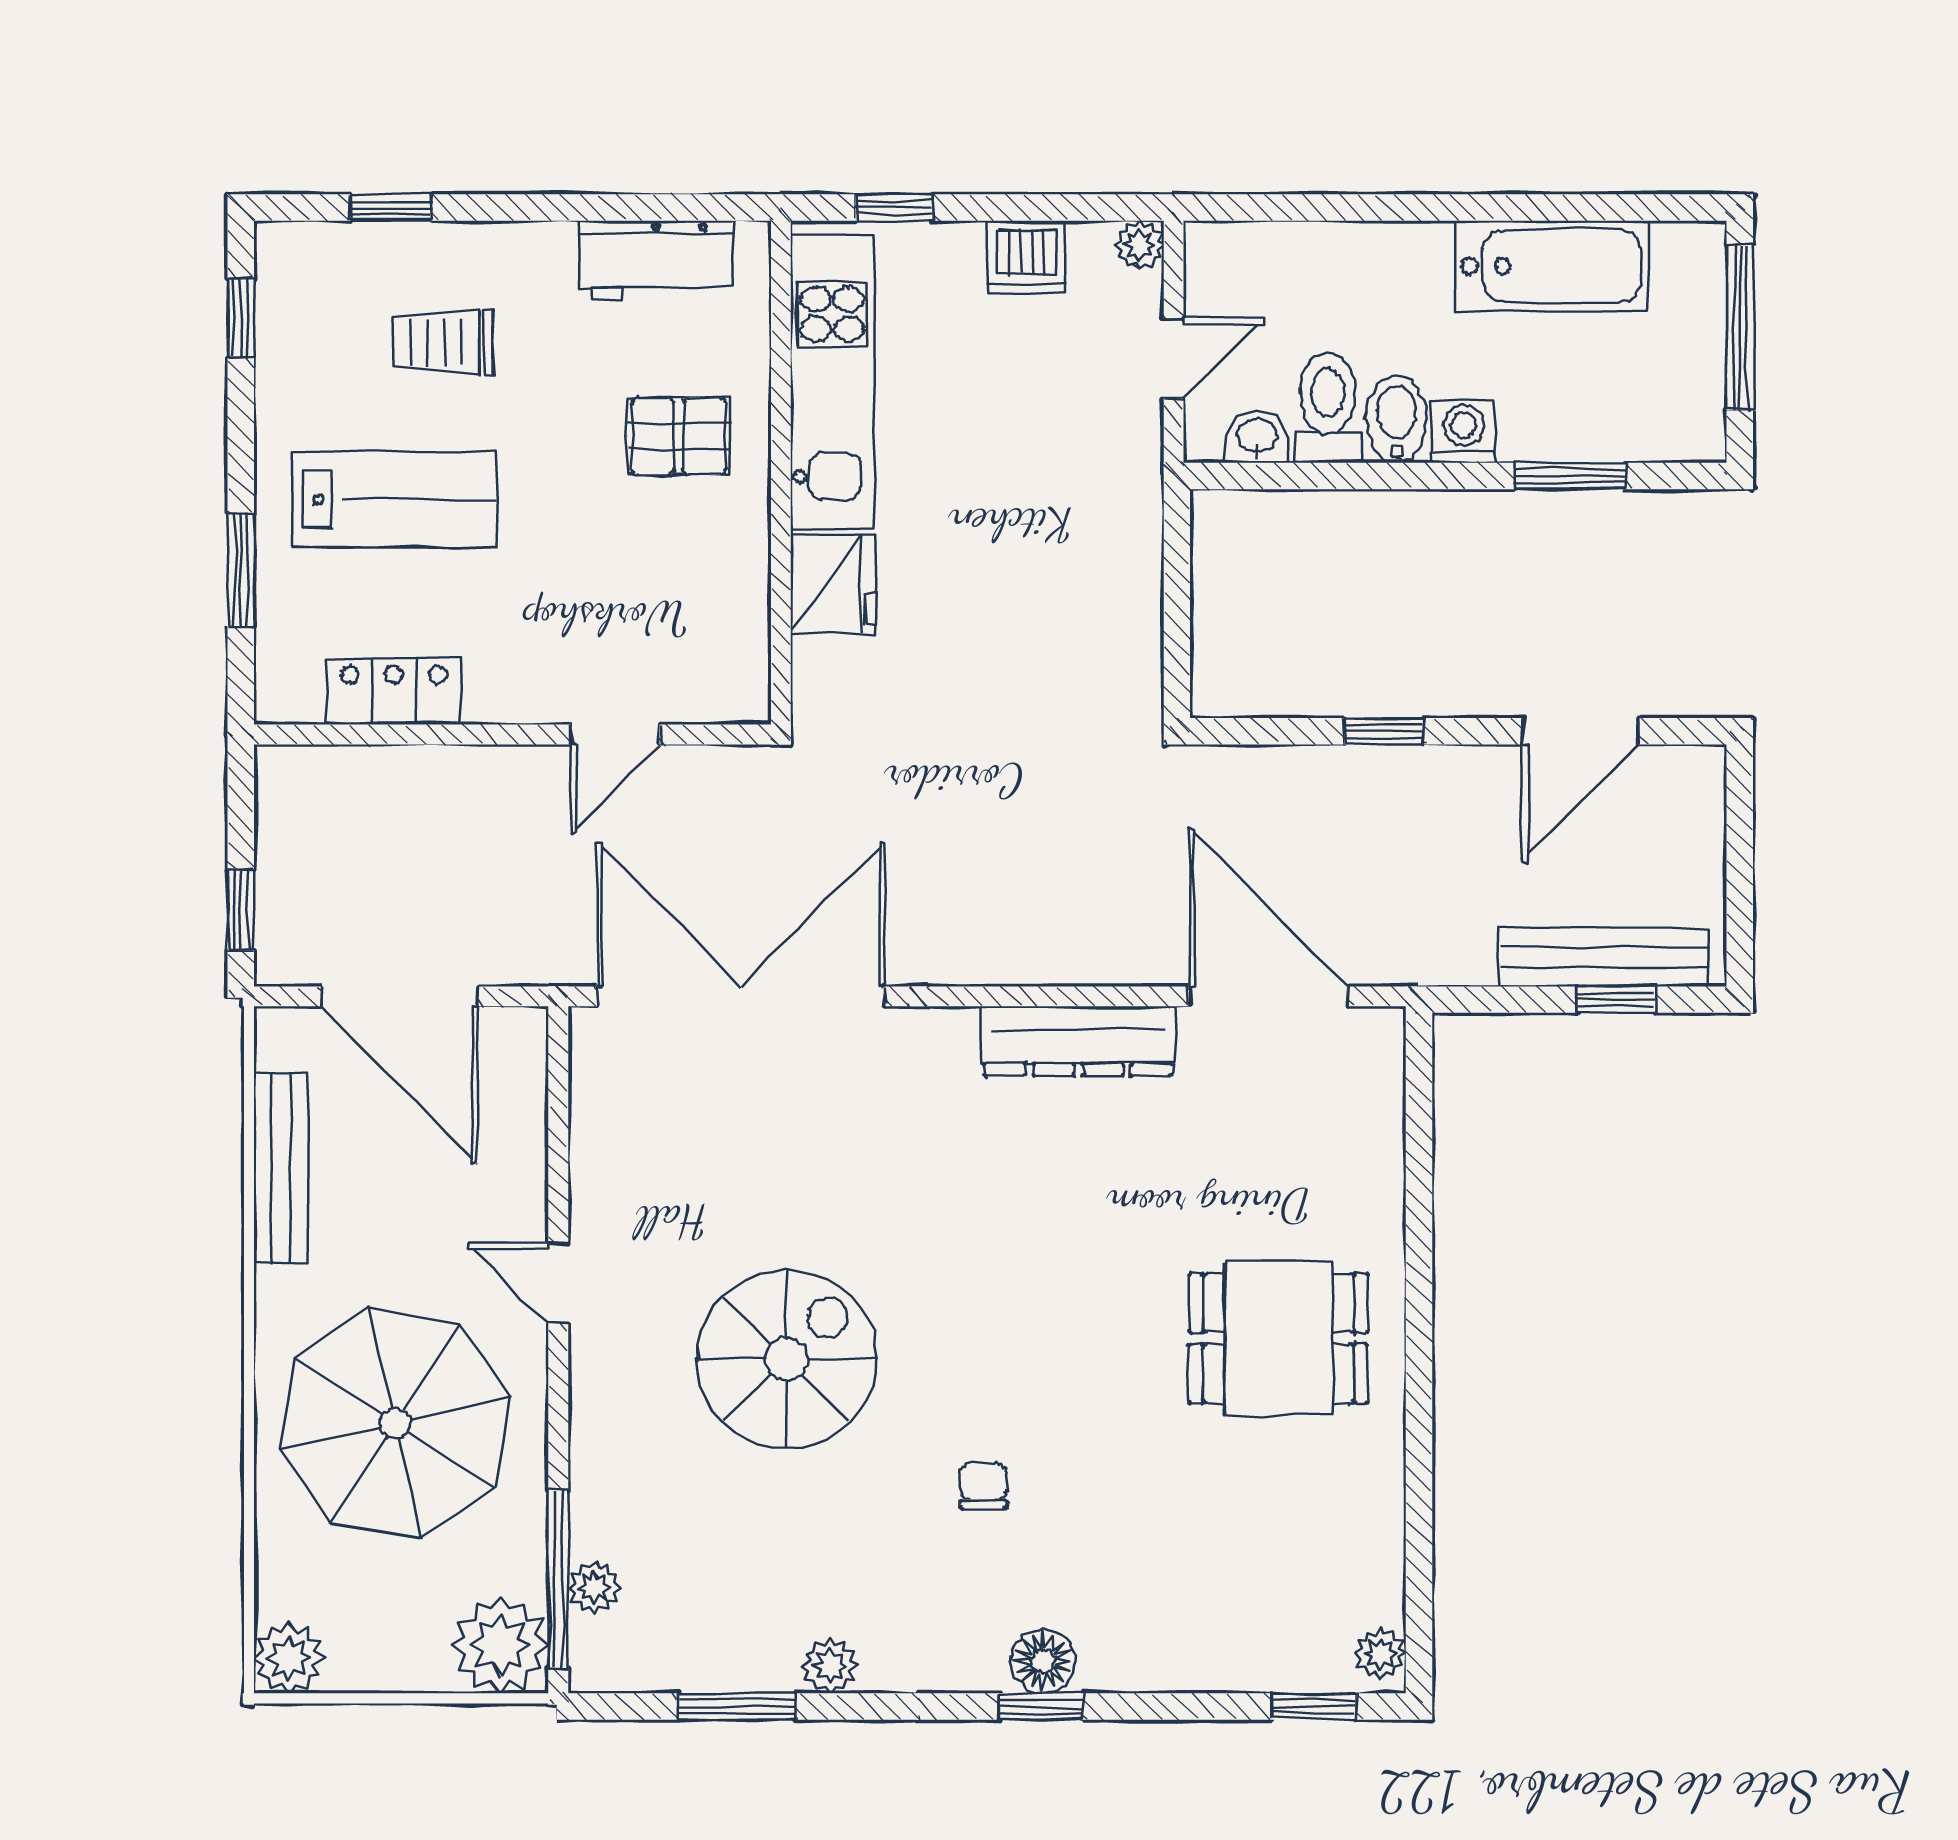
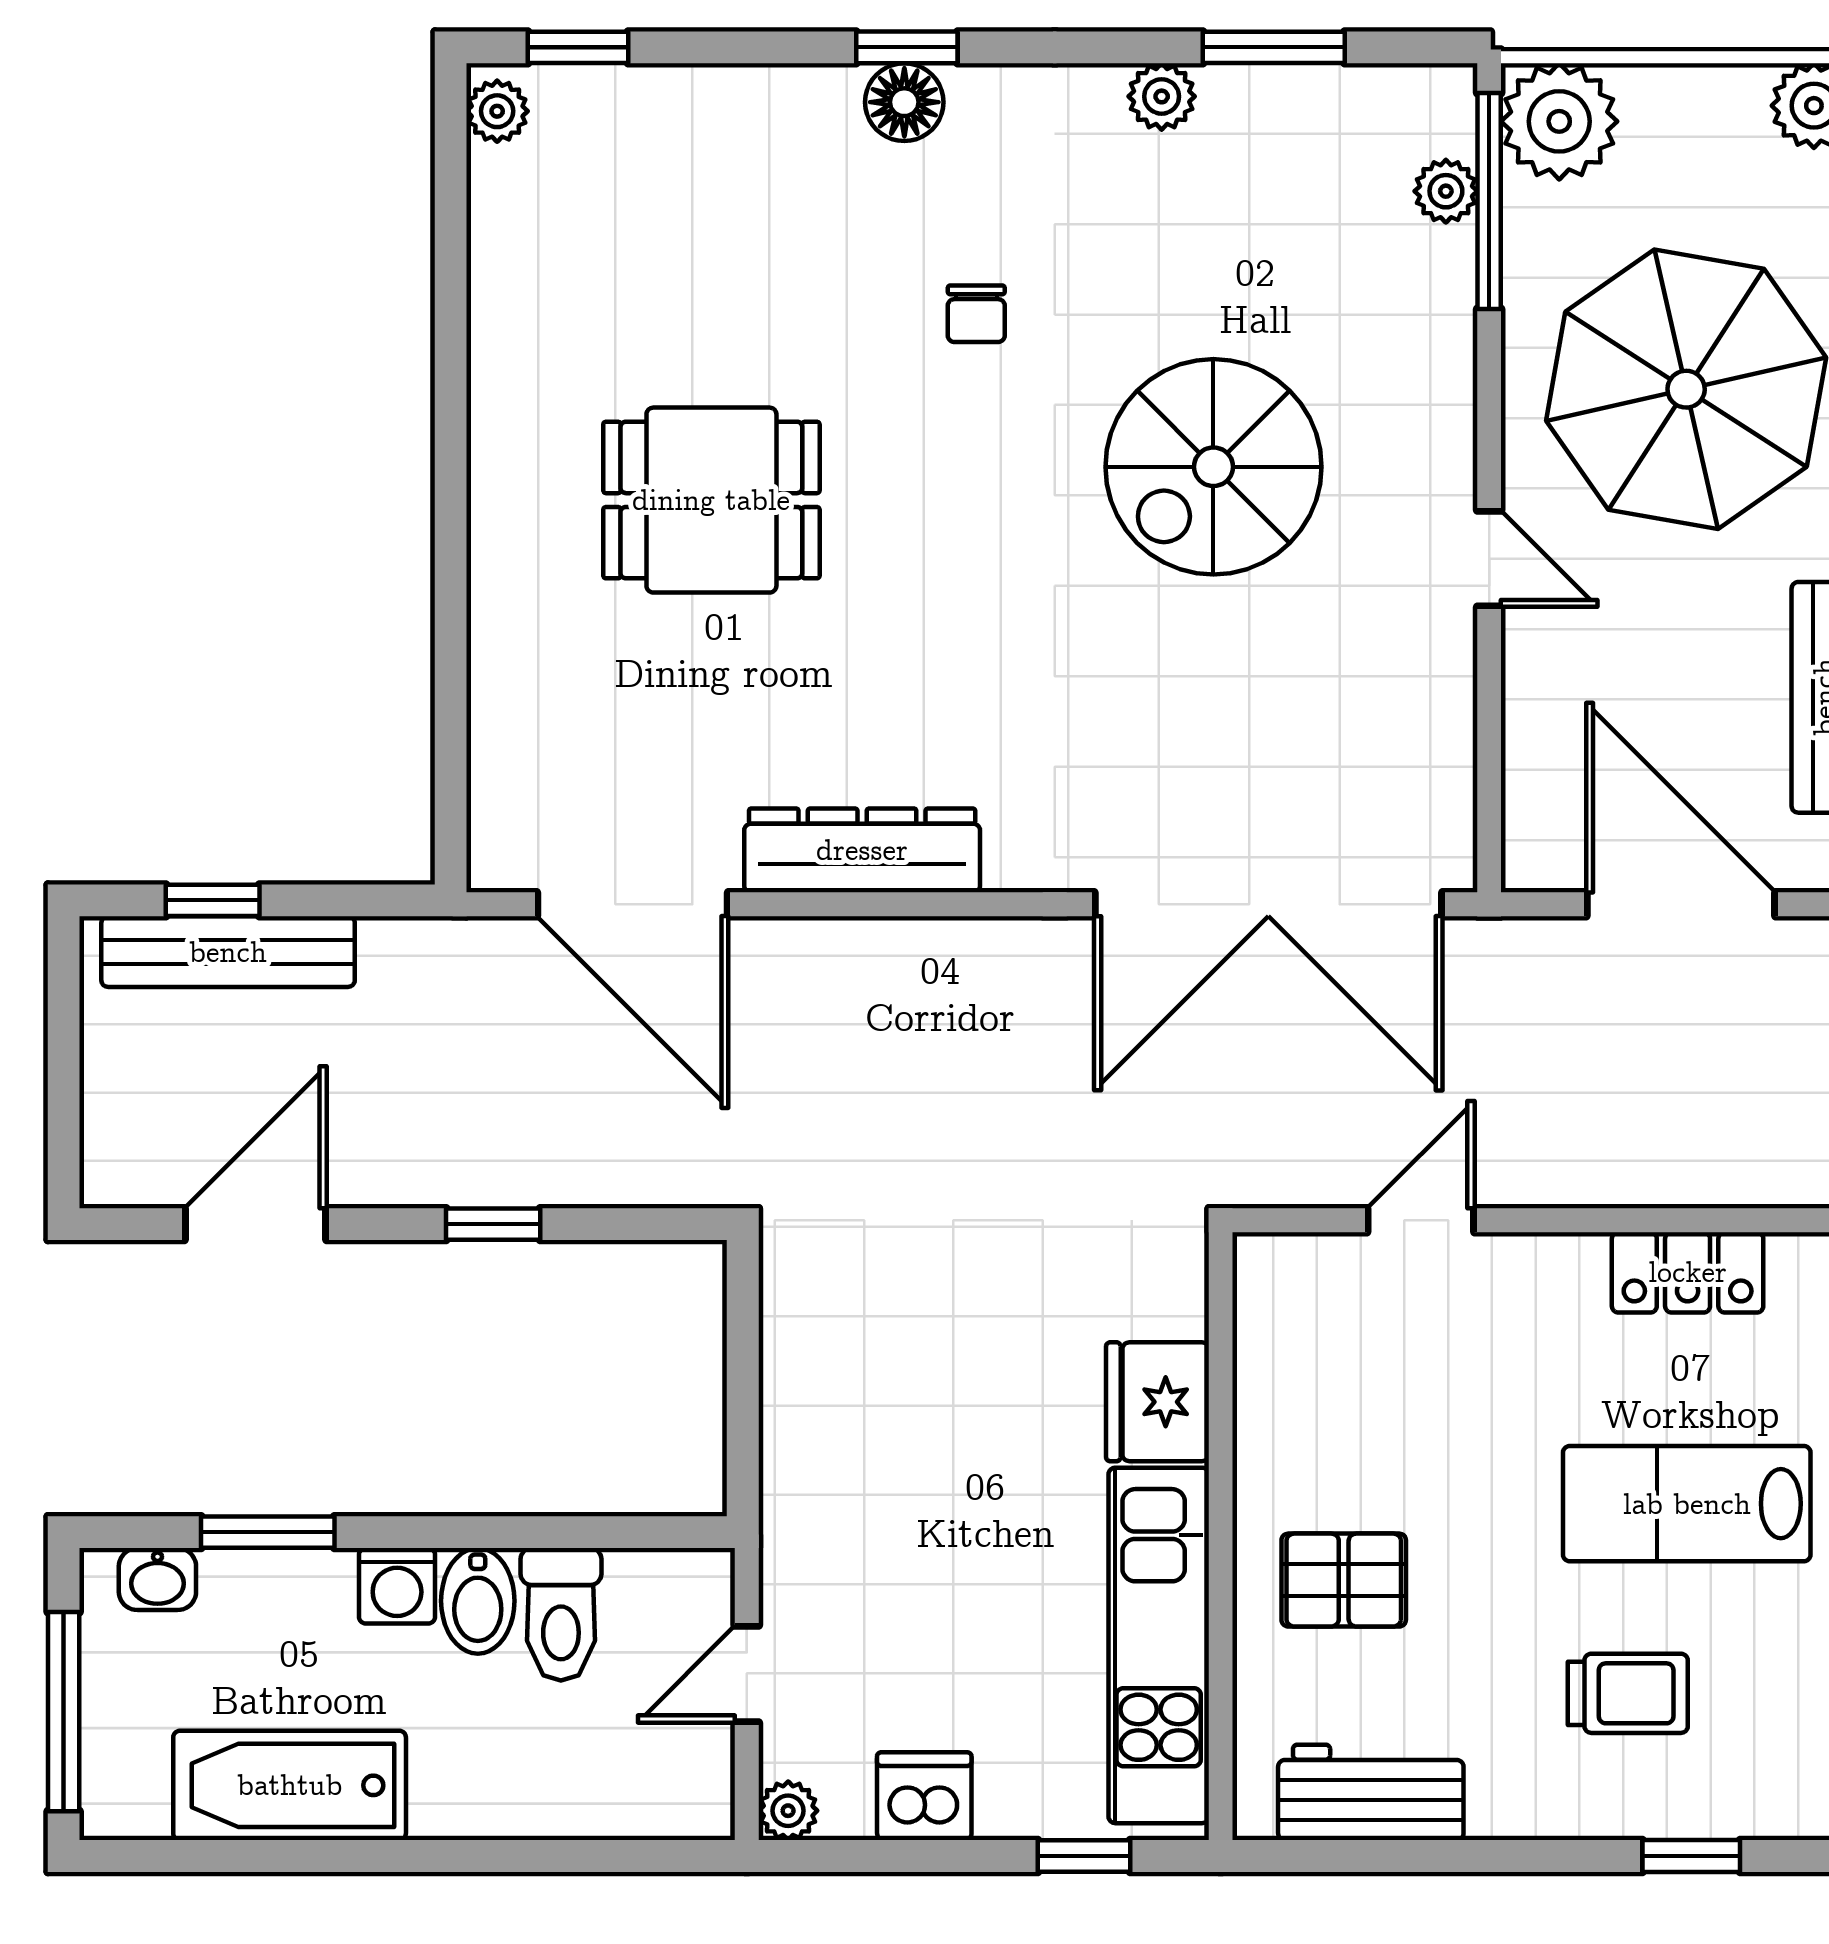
washbasin: (1257, 437) -> (157, 1579), moved
dining table: (1278, 1338) -> (711, 500), moved

